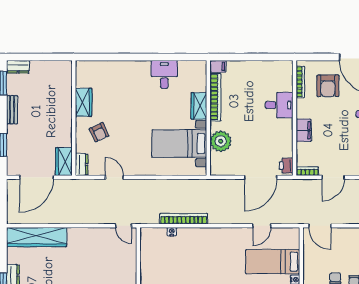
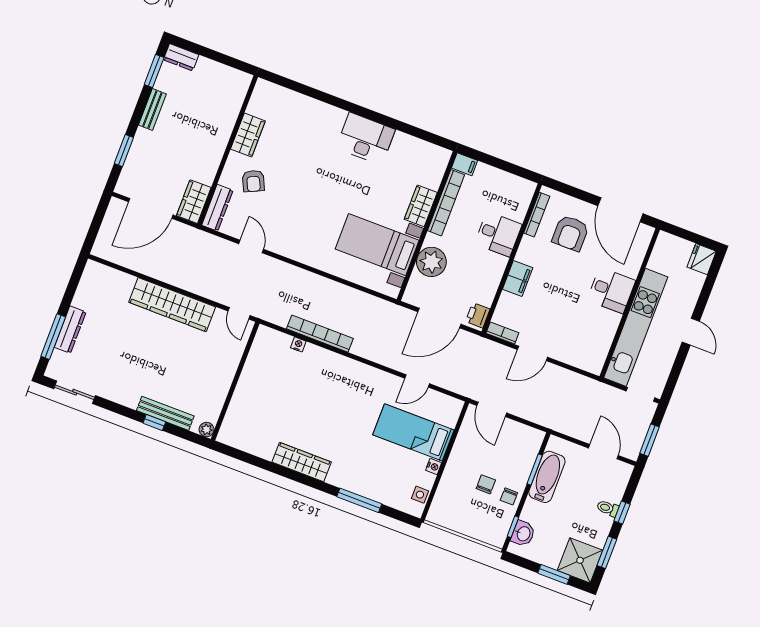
filing cabinet: (218, 66) -> (464, 164), moved
desk: (164, 74) -> (366, 139), width x1.37
bookcase: (215, 97) -> (446, 203), moved
wardrobe: (199, 106) -> (421, 206), moved
wall: (208, 118) -> (427, 226), moved
plant: (221, 141) -> (431, 262), moved
bed with nightstands: (179, 144) -> (377, 245), moved
dresser: (82, 165) -> (217, 208), width x1.44
wardrobe: (37, 237) -> (172, 305), moved

